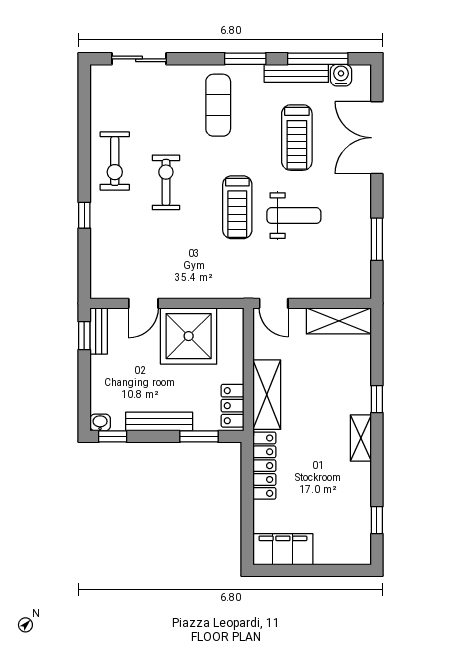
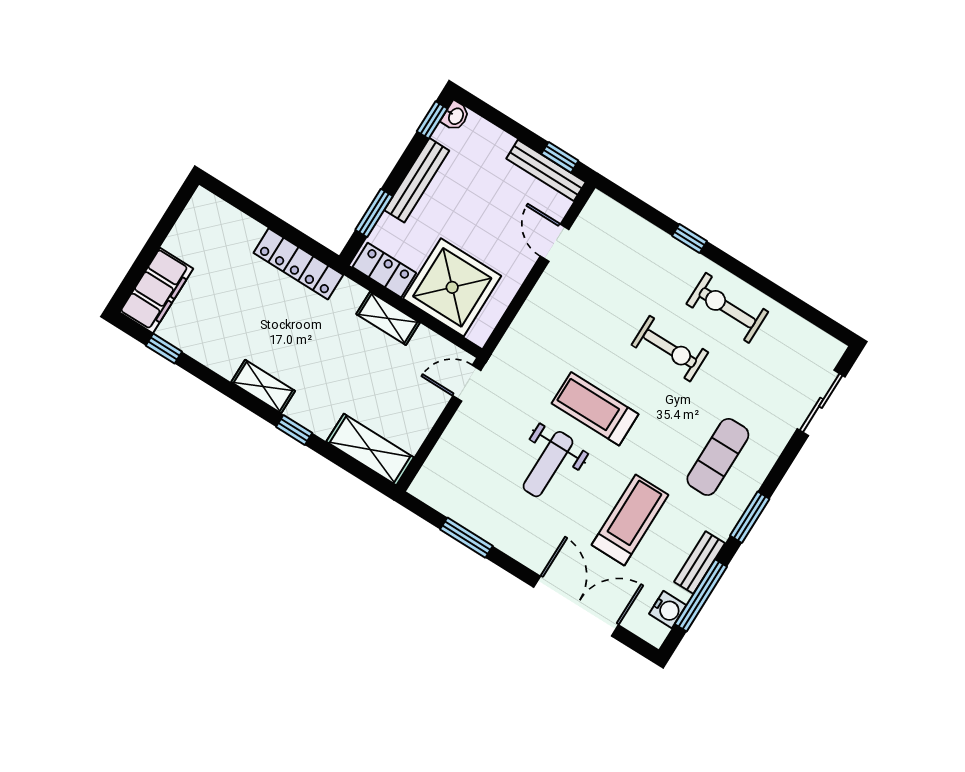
bench: (296, 73) -> (700, 563), width x0.73
exercise mat: (218, 105) -> (718, 457), turned 90
treadmill: (297, 138) -> (630, 520), turned 90
shelving: (339, 321) -> (370, 450), moved, turned 90
bench: (99, 331) -> (546, 170), width x1.36
shower: (189, 336) -> (452, 287), moved
shelving: (267, 395) -> (388, 318), width x0.67, depth x0.75
filing cabinet: (283, 549) -> (156, 291), moved

